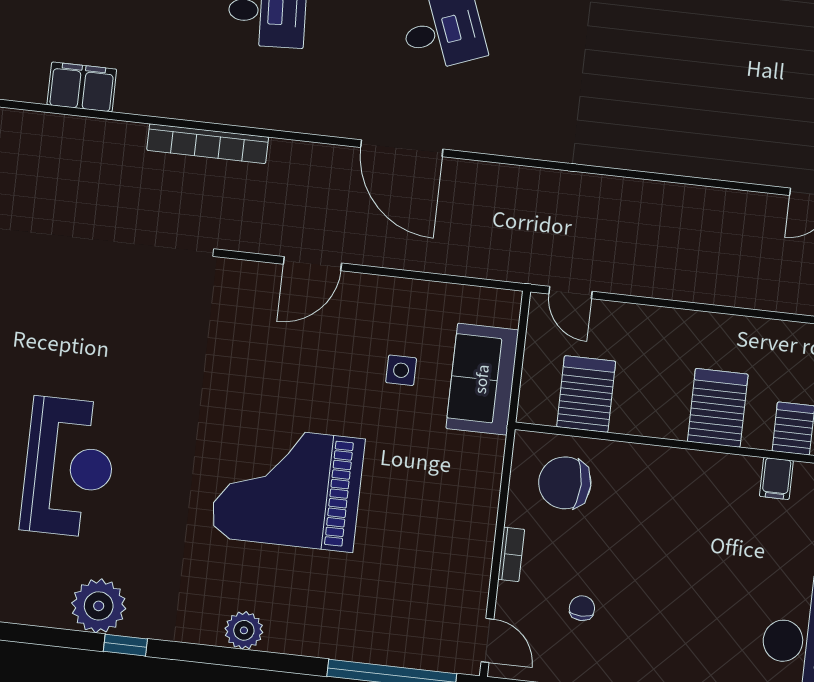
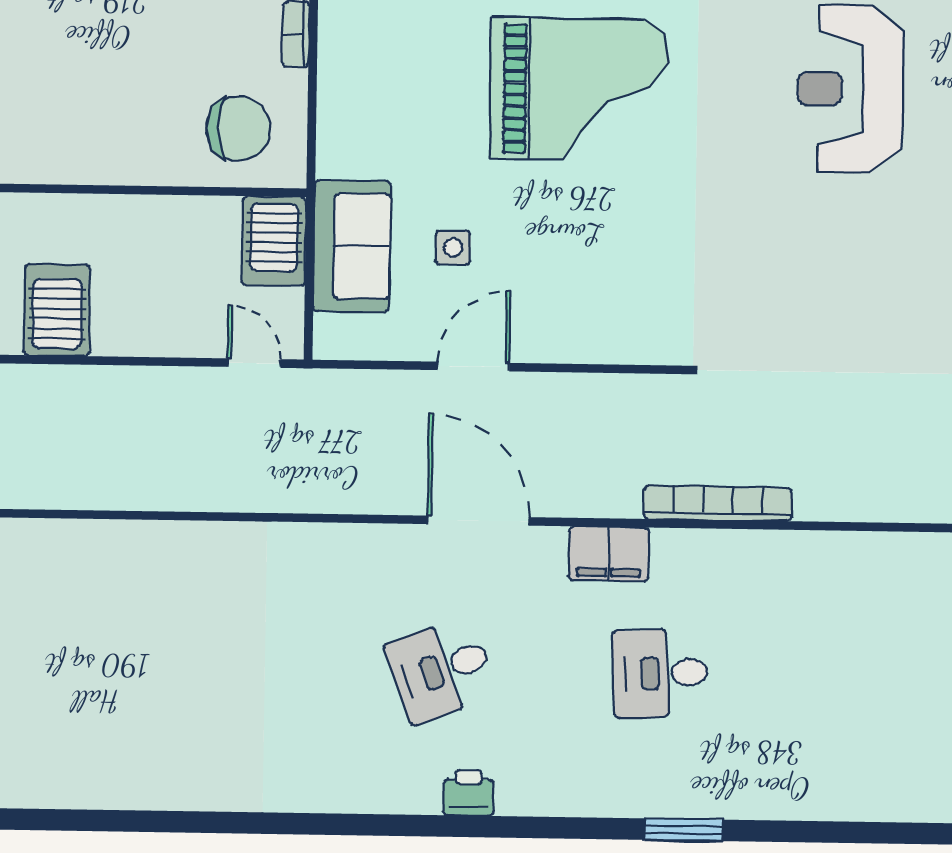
filing cabinet: (82, 87) -> (609, 554), moved
door: (312, 264) -> (473, 367), moved
server rack: (586, 394) -> (274, 241), moved
server rack: (718, 408) -> (57, 310), moved, turned 180

